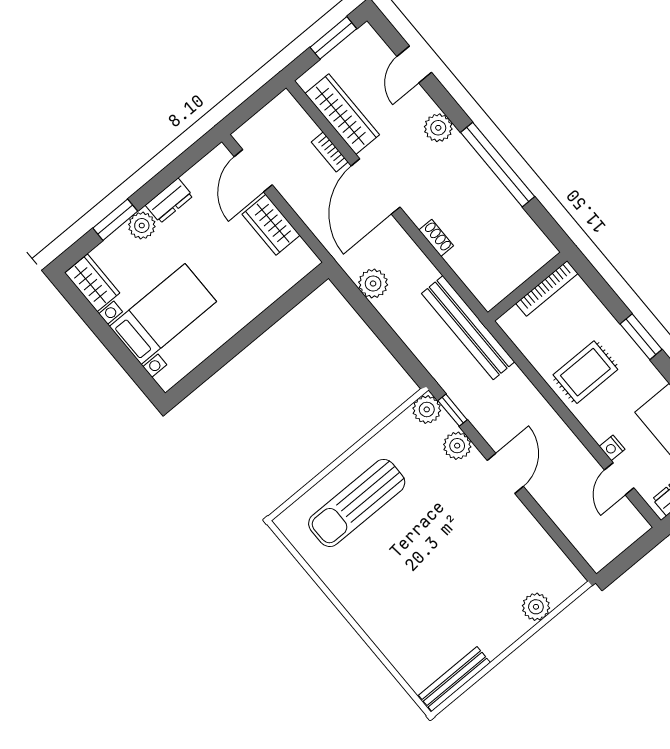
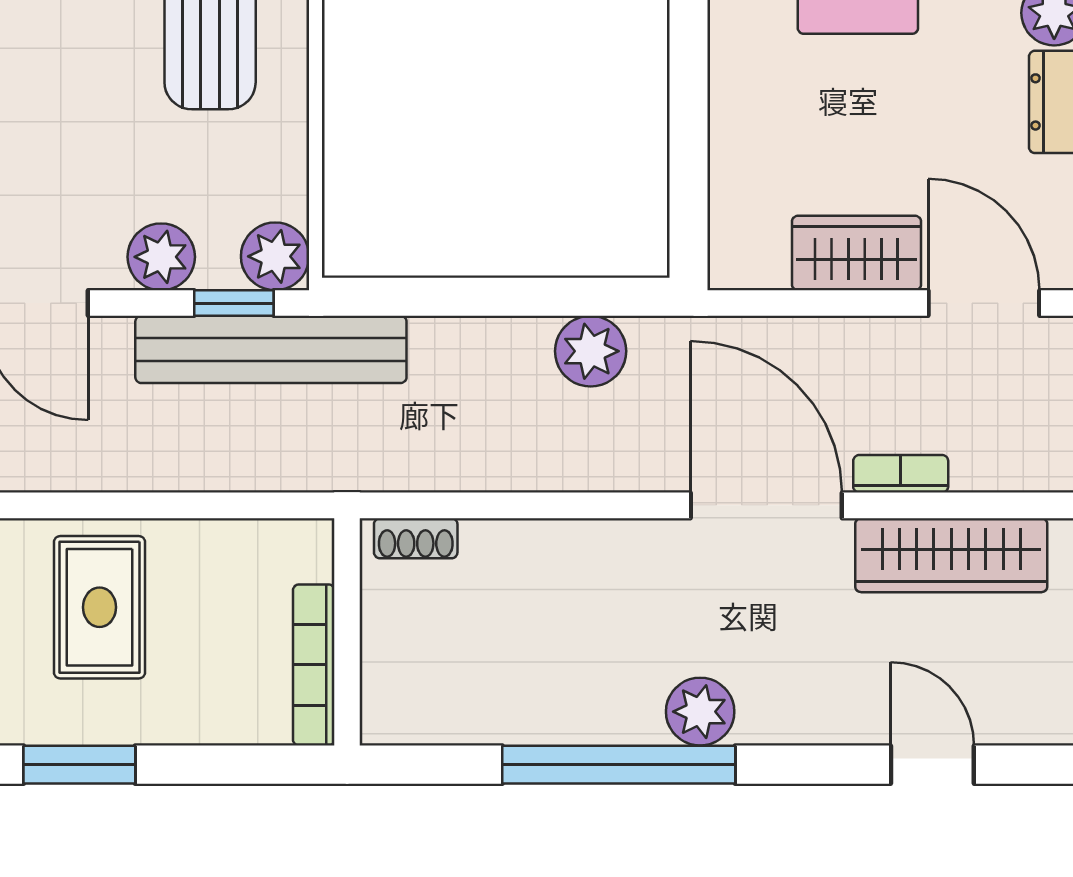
plant: (438, 128) -> (700, 712), moved
shoe rack: (436, 238) -> (416, 538), moved
bench: (468, 328) -> (271, 349), moved

